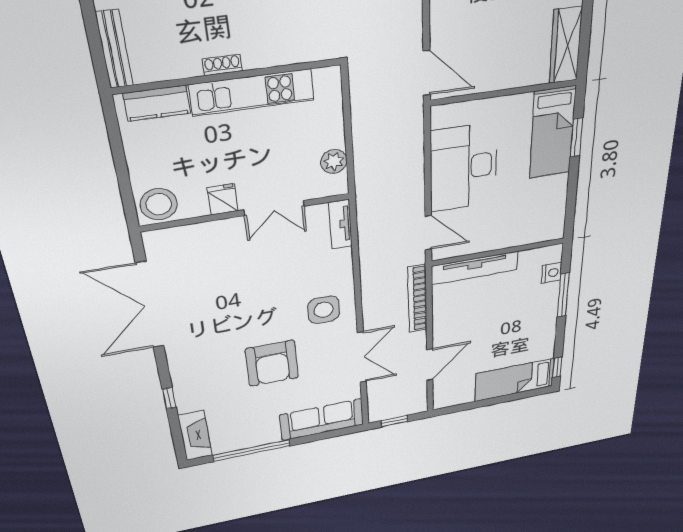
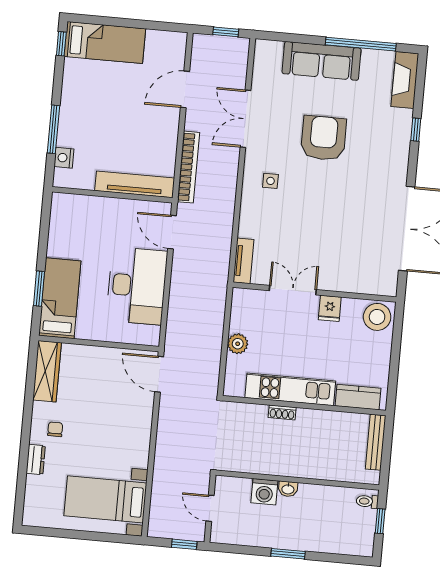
shoe rack: (222, 65) -> (282, 412), moved
plant: (334, 162) -> (238, 344), moved
side table: (324, 310) -> (270, 181), width x0.54, depth x0.54
sofa: (322, 420) -> (322, 61), moved

